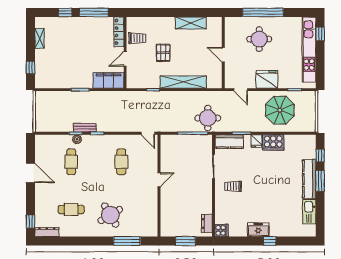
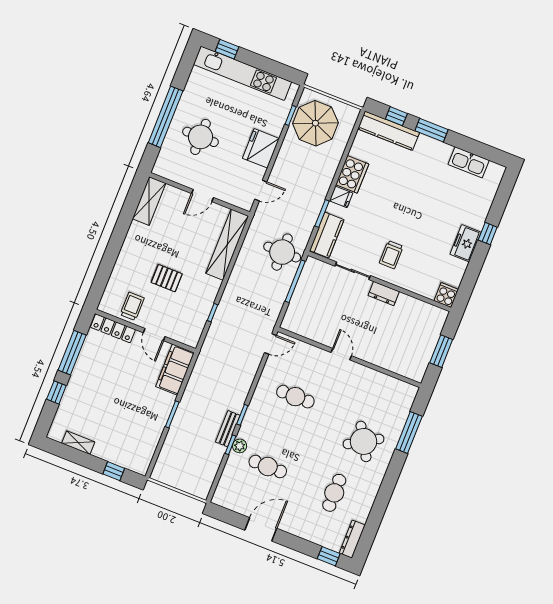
shelving: (191, 23) -> (149, 201), moved
shelving: (183, 82) -> (227, 245), moved
parasol: (280, 110) -> (315, 123), moved
kitchen counter: (309, 179) -> (389, 131), moved
dresser: (207, 223) -> (384, 294), moved

